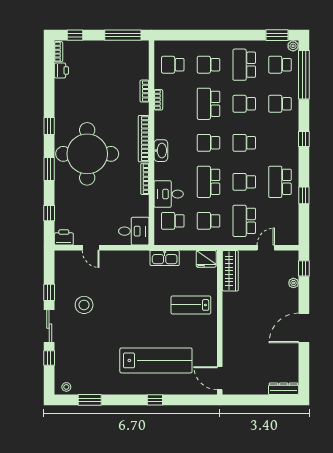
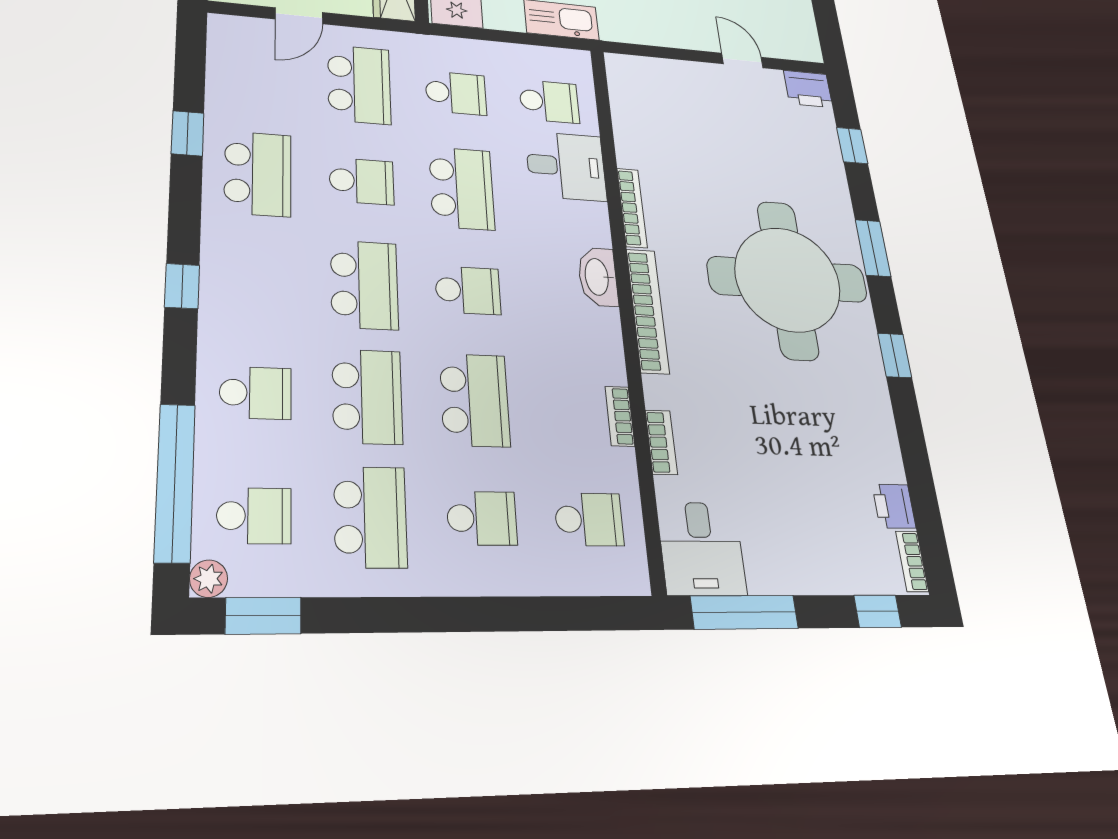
school desk: (244, 104) -> (367, 396), width x1.85
school desk: (244, 143) -> (364, 285), width x1.85
desk: (134, 231) -> (701, 549), moved, turned -90

